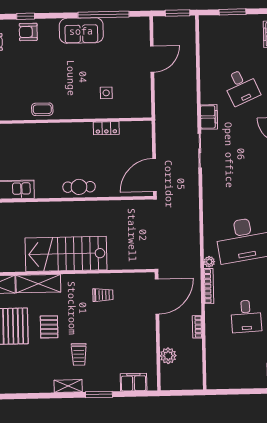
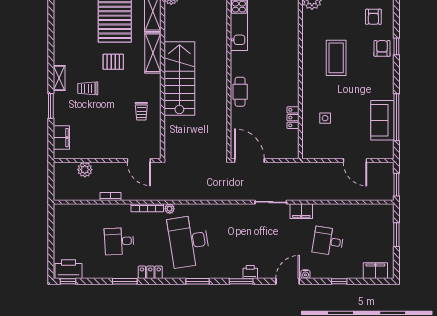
sofa: (81, 31) -> (382, 120), moved
desk: (241, 87) -> (328, 241), turned 33
coffee table: (42, 109) -> (336, 58), moved, width x1.86, depth x1.72
door: (157, 296) -> (139, 161), width x0.73

